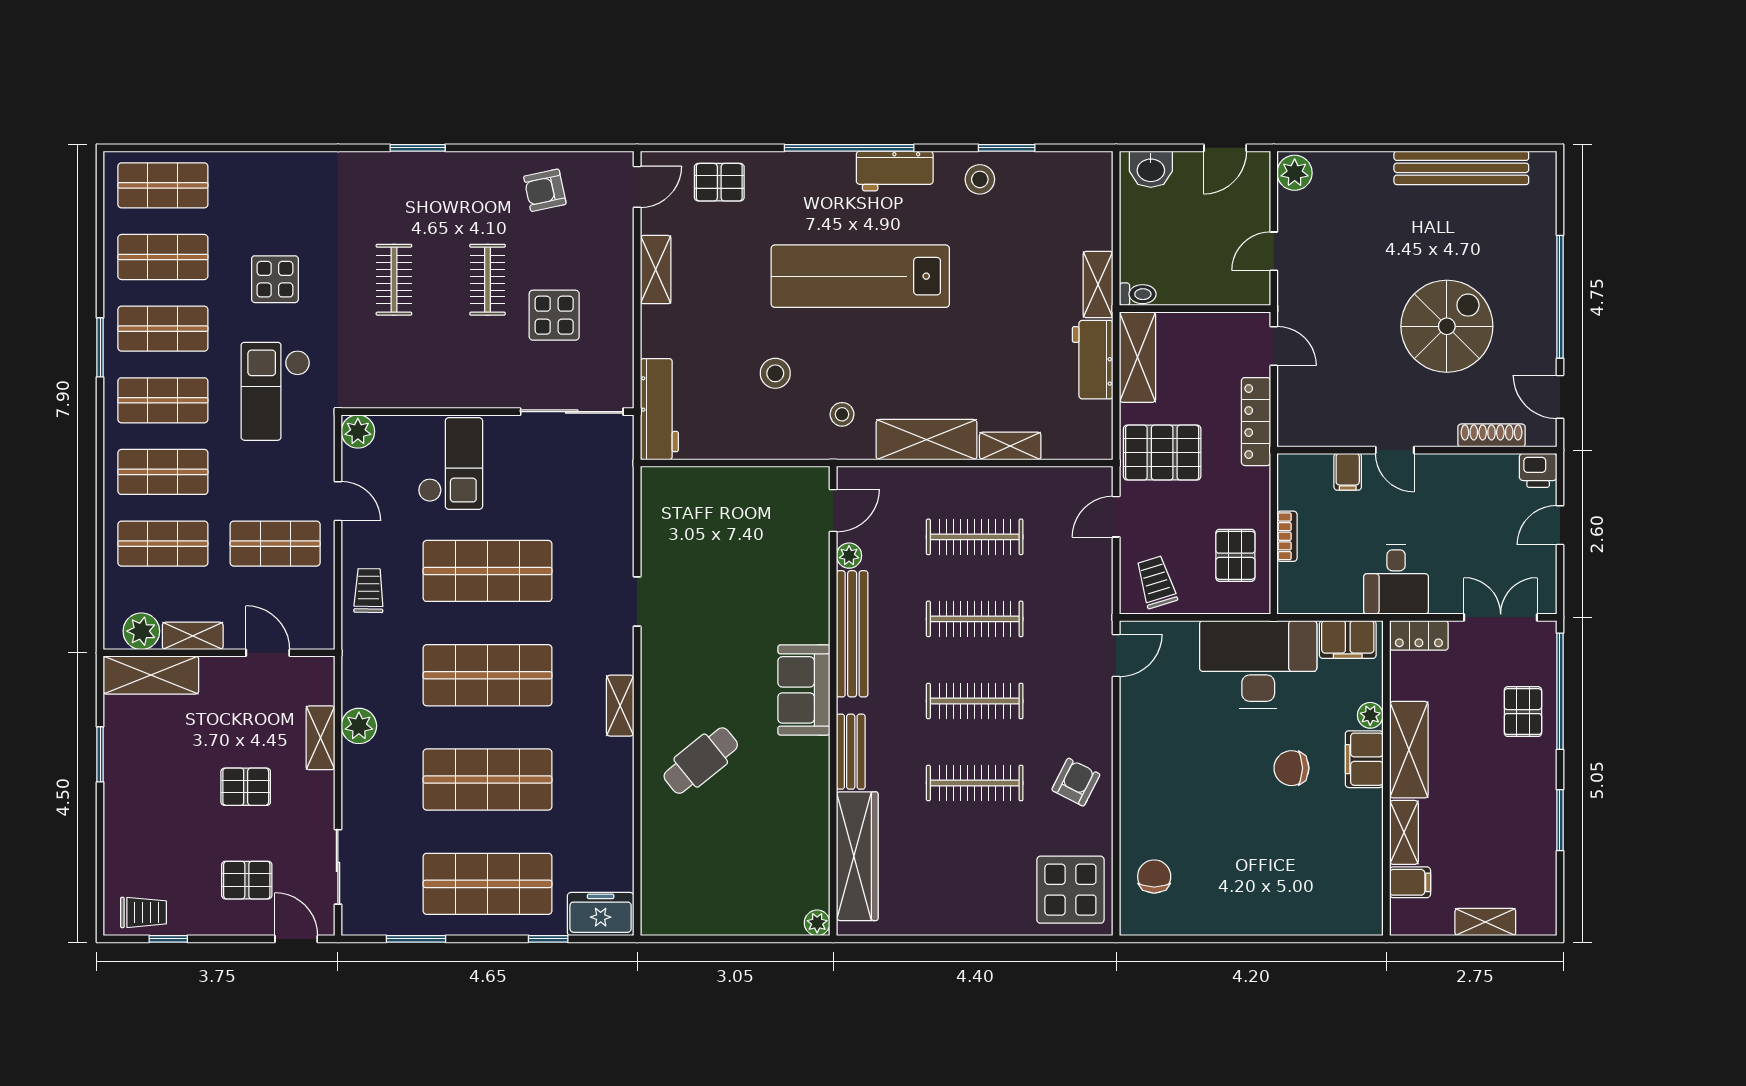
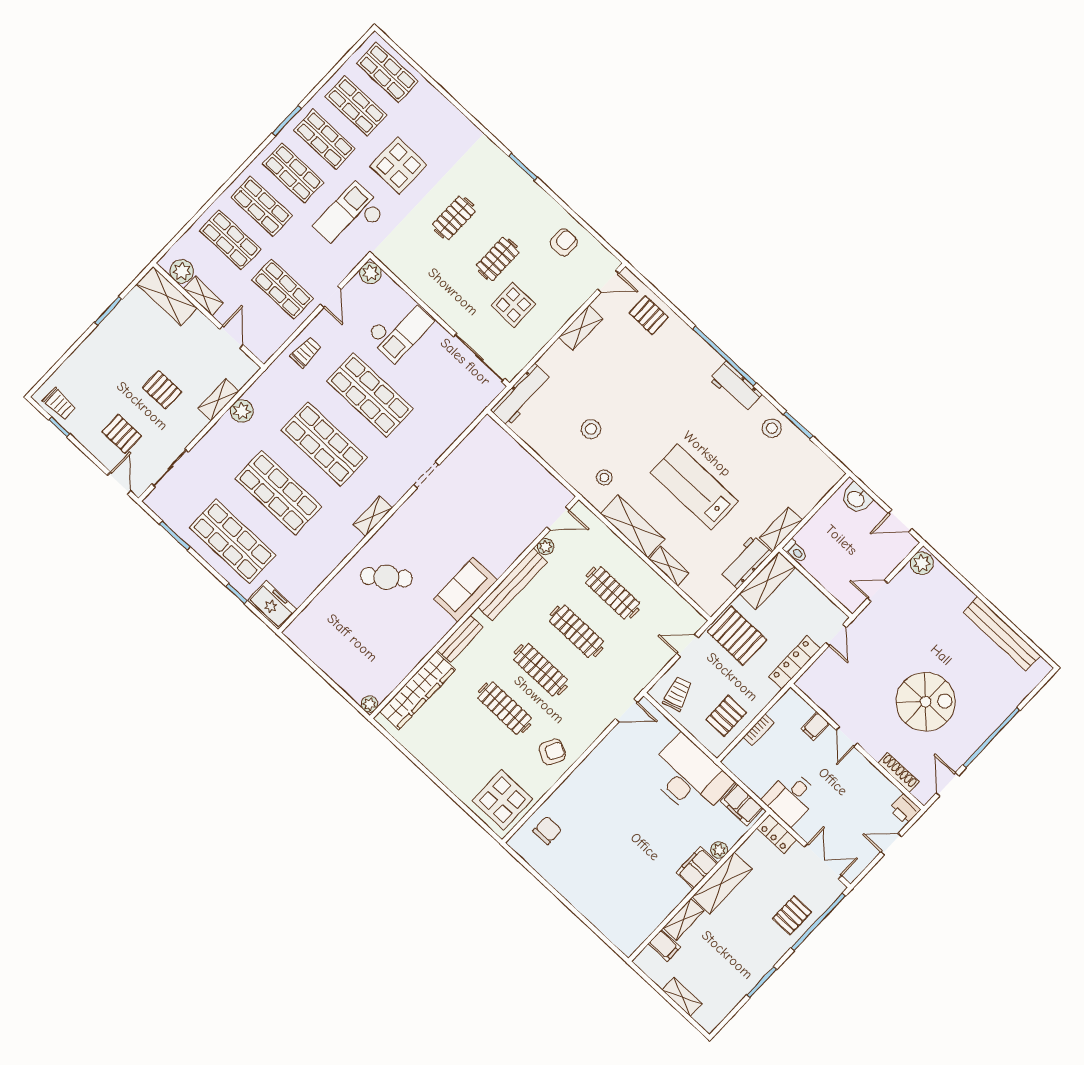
armchair: (545, 190) -> (564, 242), turned 102
lab bench: (860, 276) -> (694, 487), moved, width x0.73
display table: (275, 279) -> (399, 165), width x1.36, depth x1.36
chair: (1291, 768) -> (659, 840), removed

